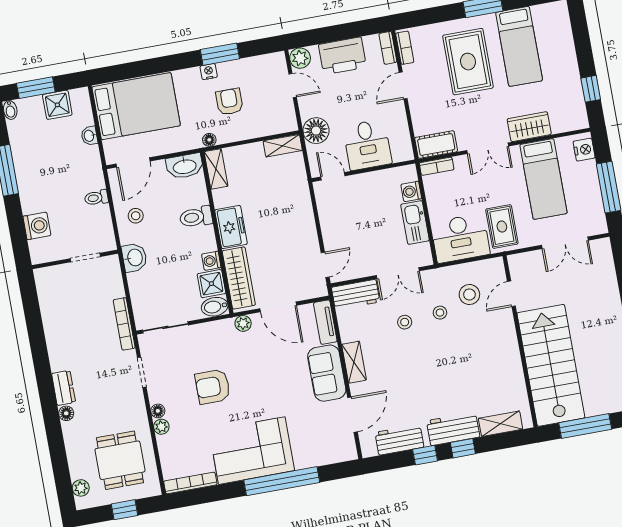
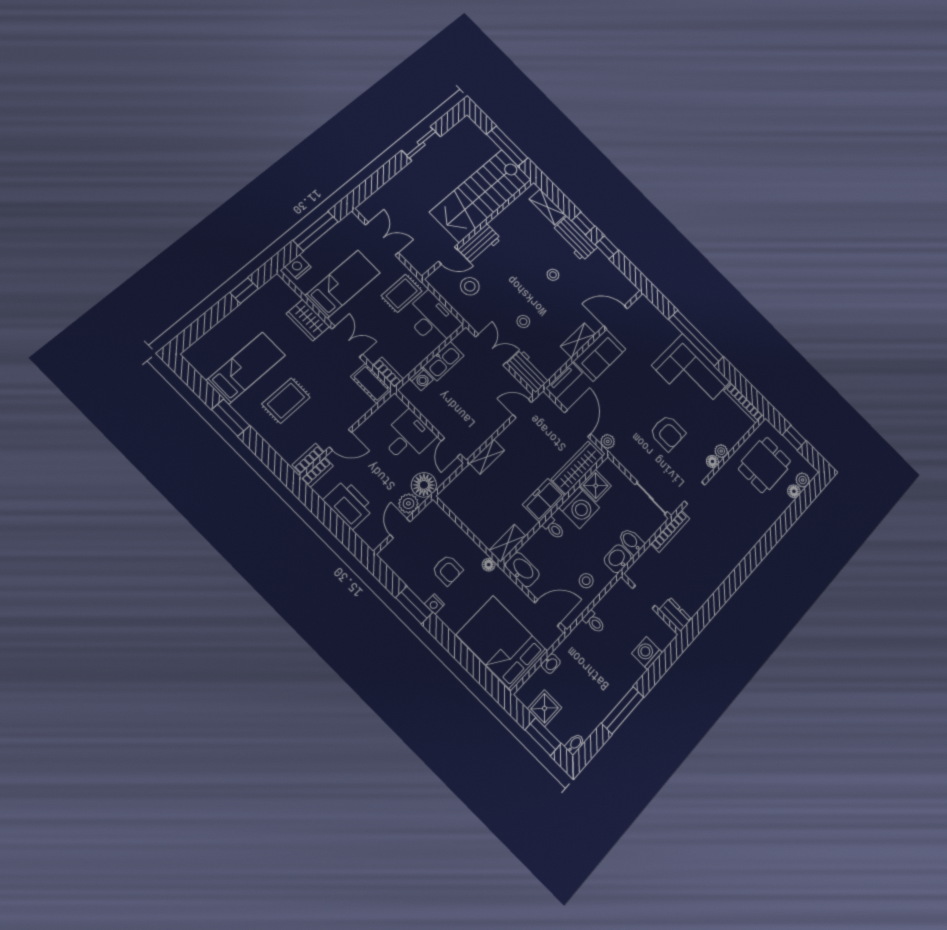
plant: (300, 58) -> (408, 503), moved
rug: (468, 62) -> (286, 401), width x0.73, depth x0.70
armchair: (229, 102) -> (448, 570), turned -90
shelving: (283, 146) -> (487, 457), moved, turned 90
toilet: (196, 217) -> (554, 528), width x0.73, depth x0.72
washing machine: (211, 261) -> (579, 508), width x1.89, depth x1.89
bidet: (215, 307) -> (631, 541), moved, turned 180
stool: (440, 313) -> (553, 275), moved
dresser: (64, 388) -> (675, 614), moved, turned 90
floor lamp: (66, 413) -> (794, 491), moved
workbench: (399, 440) -> (480, 244), moved, turned -90

